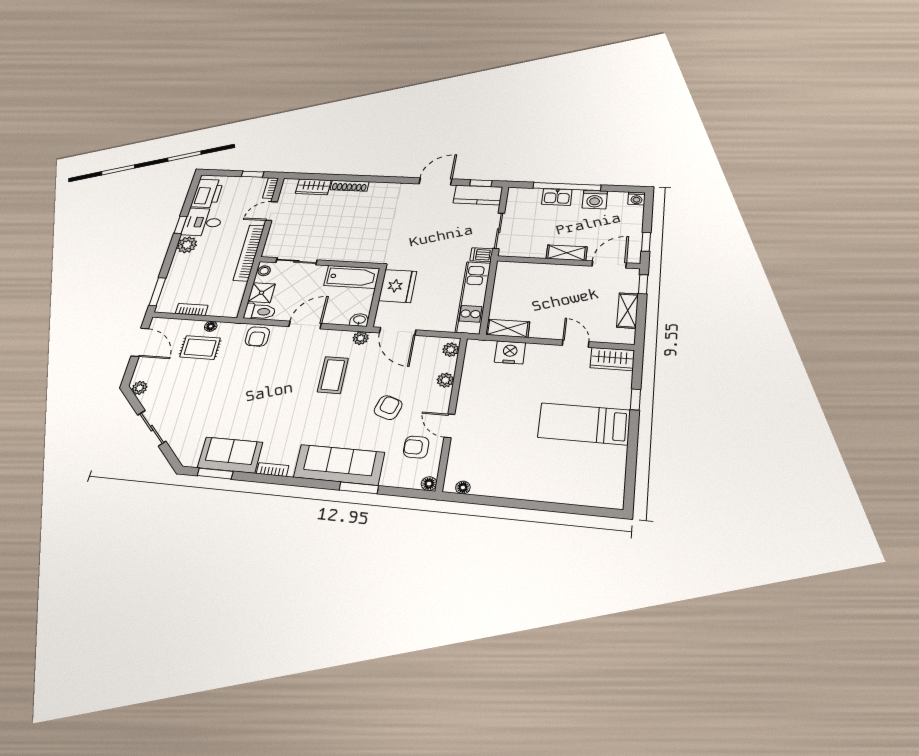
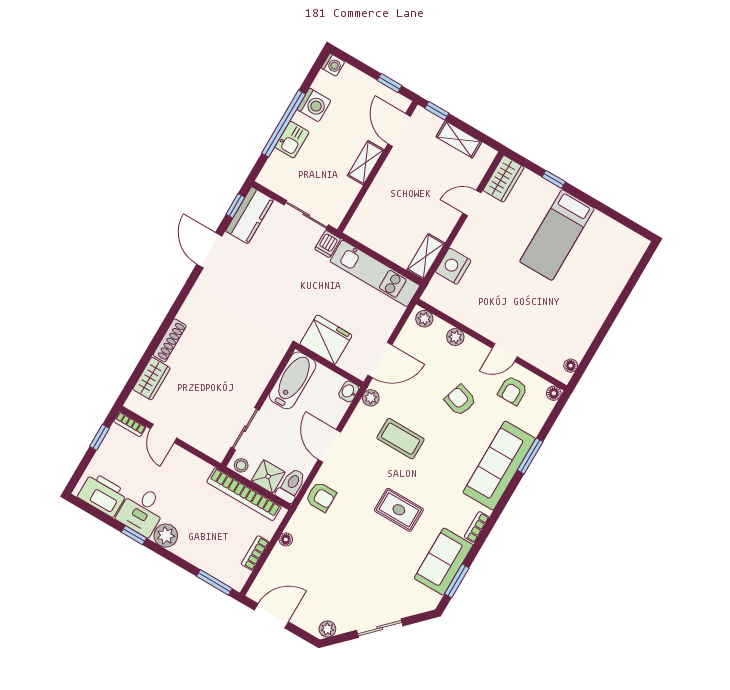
bookcase: (249, 253) -> (244, 494), moved
rug: (200, 347) -> (399, 510), moved, turned 90

